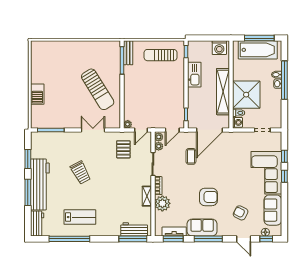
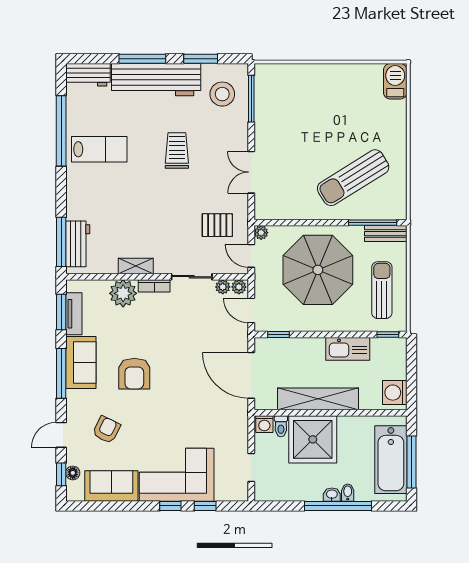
sun lounger: (98, 89) -> (353, 178), moved
parasol: (149, 92) -> (318, 270), added
barbecue: (37, 94) -> (395, 81), moved, turned 90
double door: (93, 130) -> (251, 172), swing flipped
stool: (48, 147) -> (222, 94), added
coffee table: (191, 156) -> (205, 343), removed
trolley: (80, 173) -> (177, 150), turned 118
lab bench: (80, 217) -> (99, 149), turned -90

